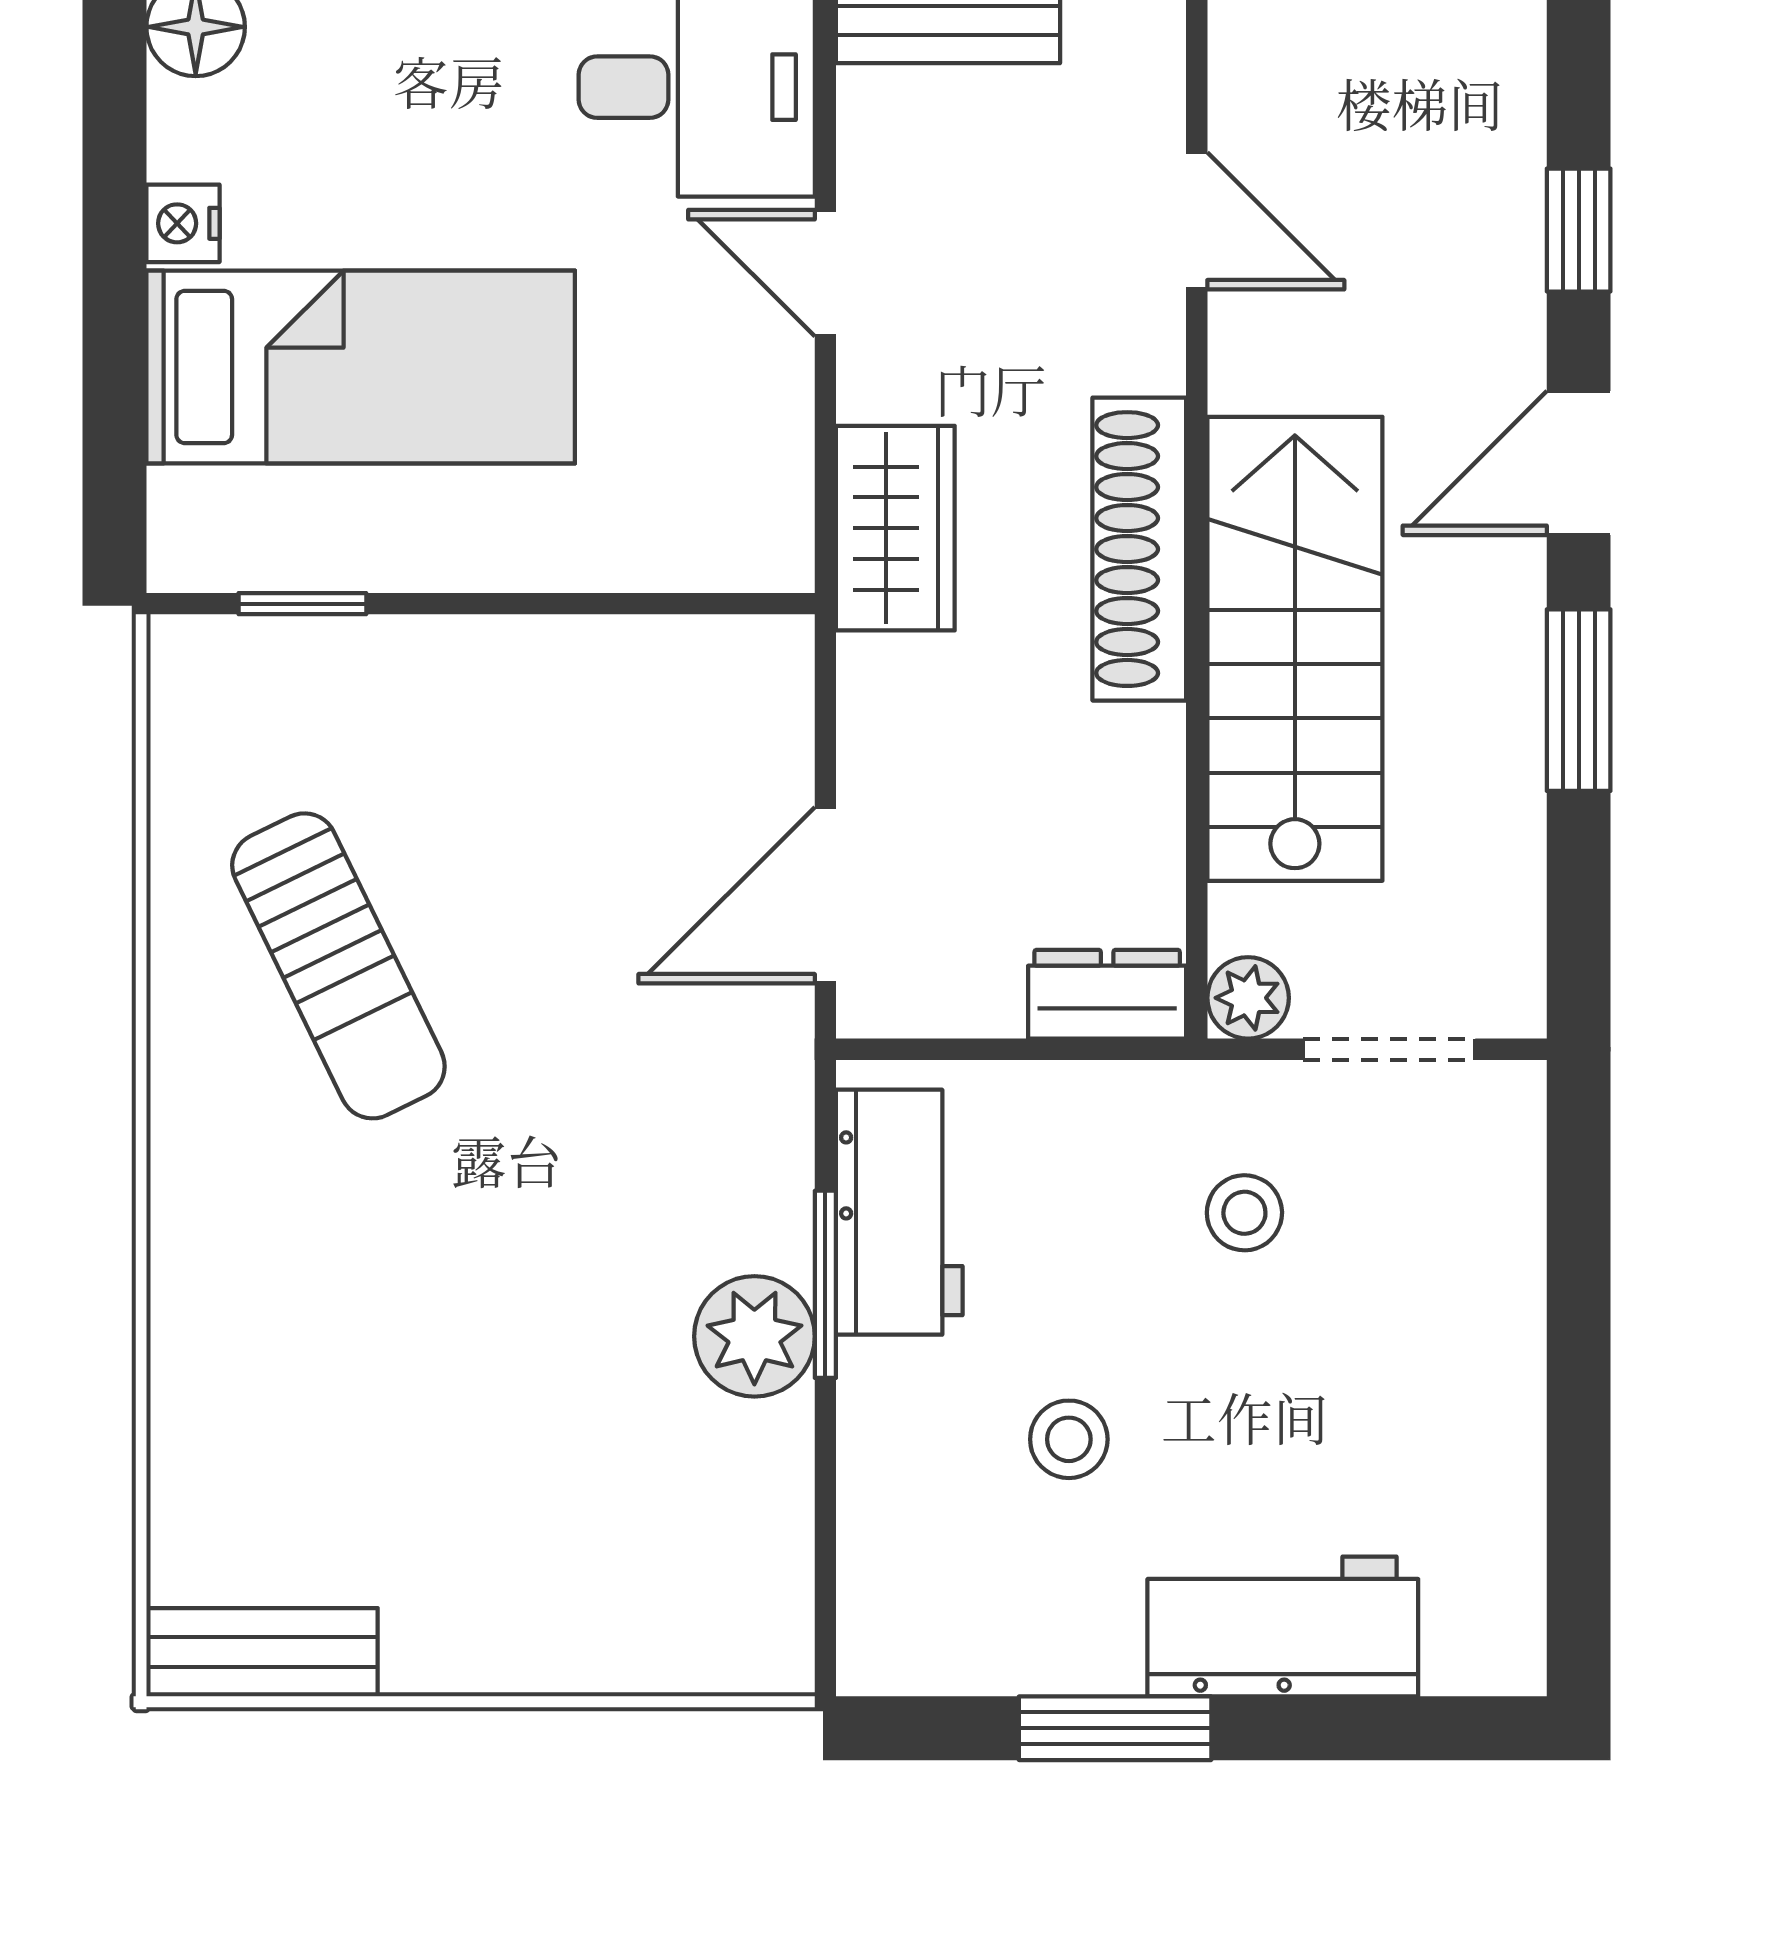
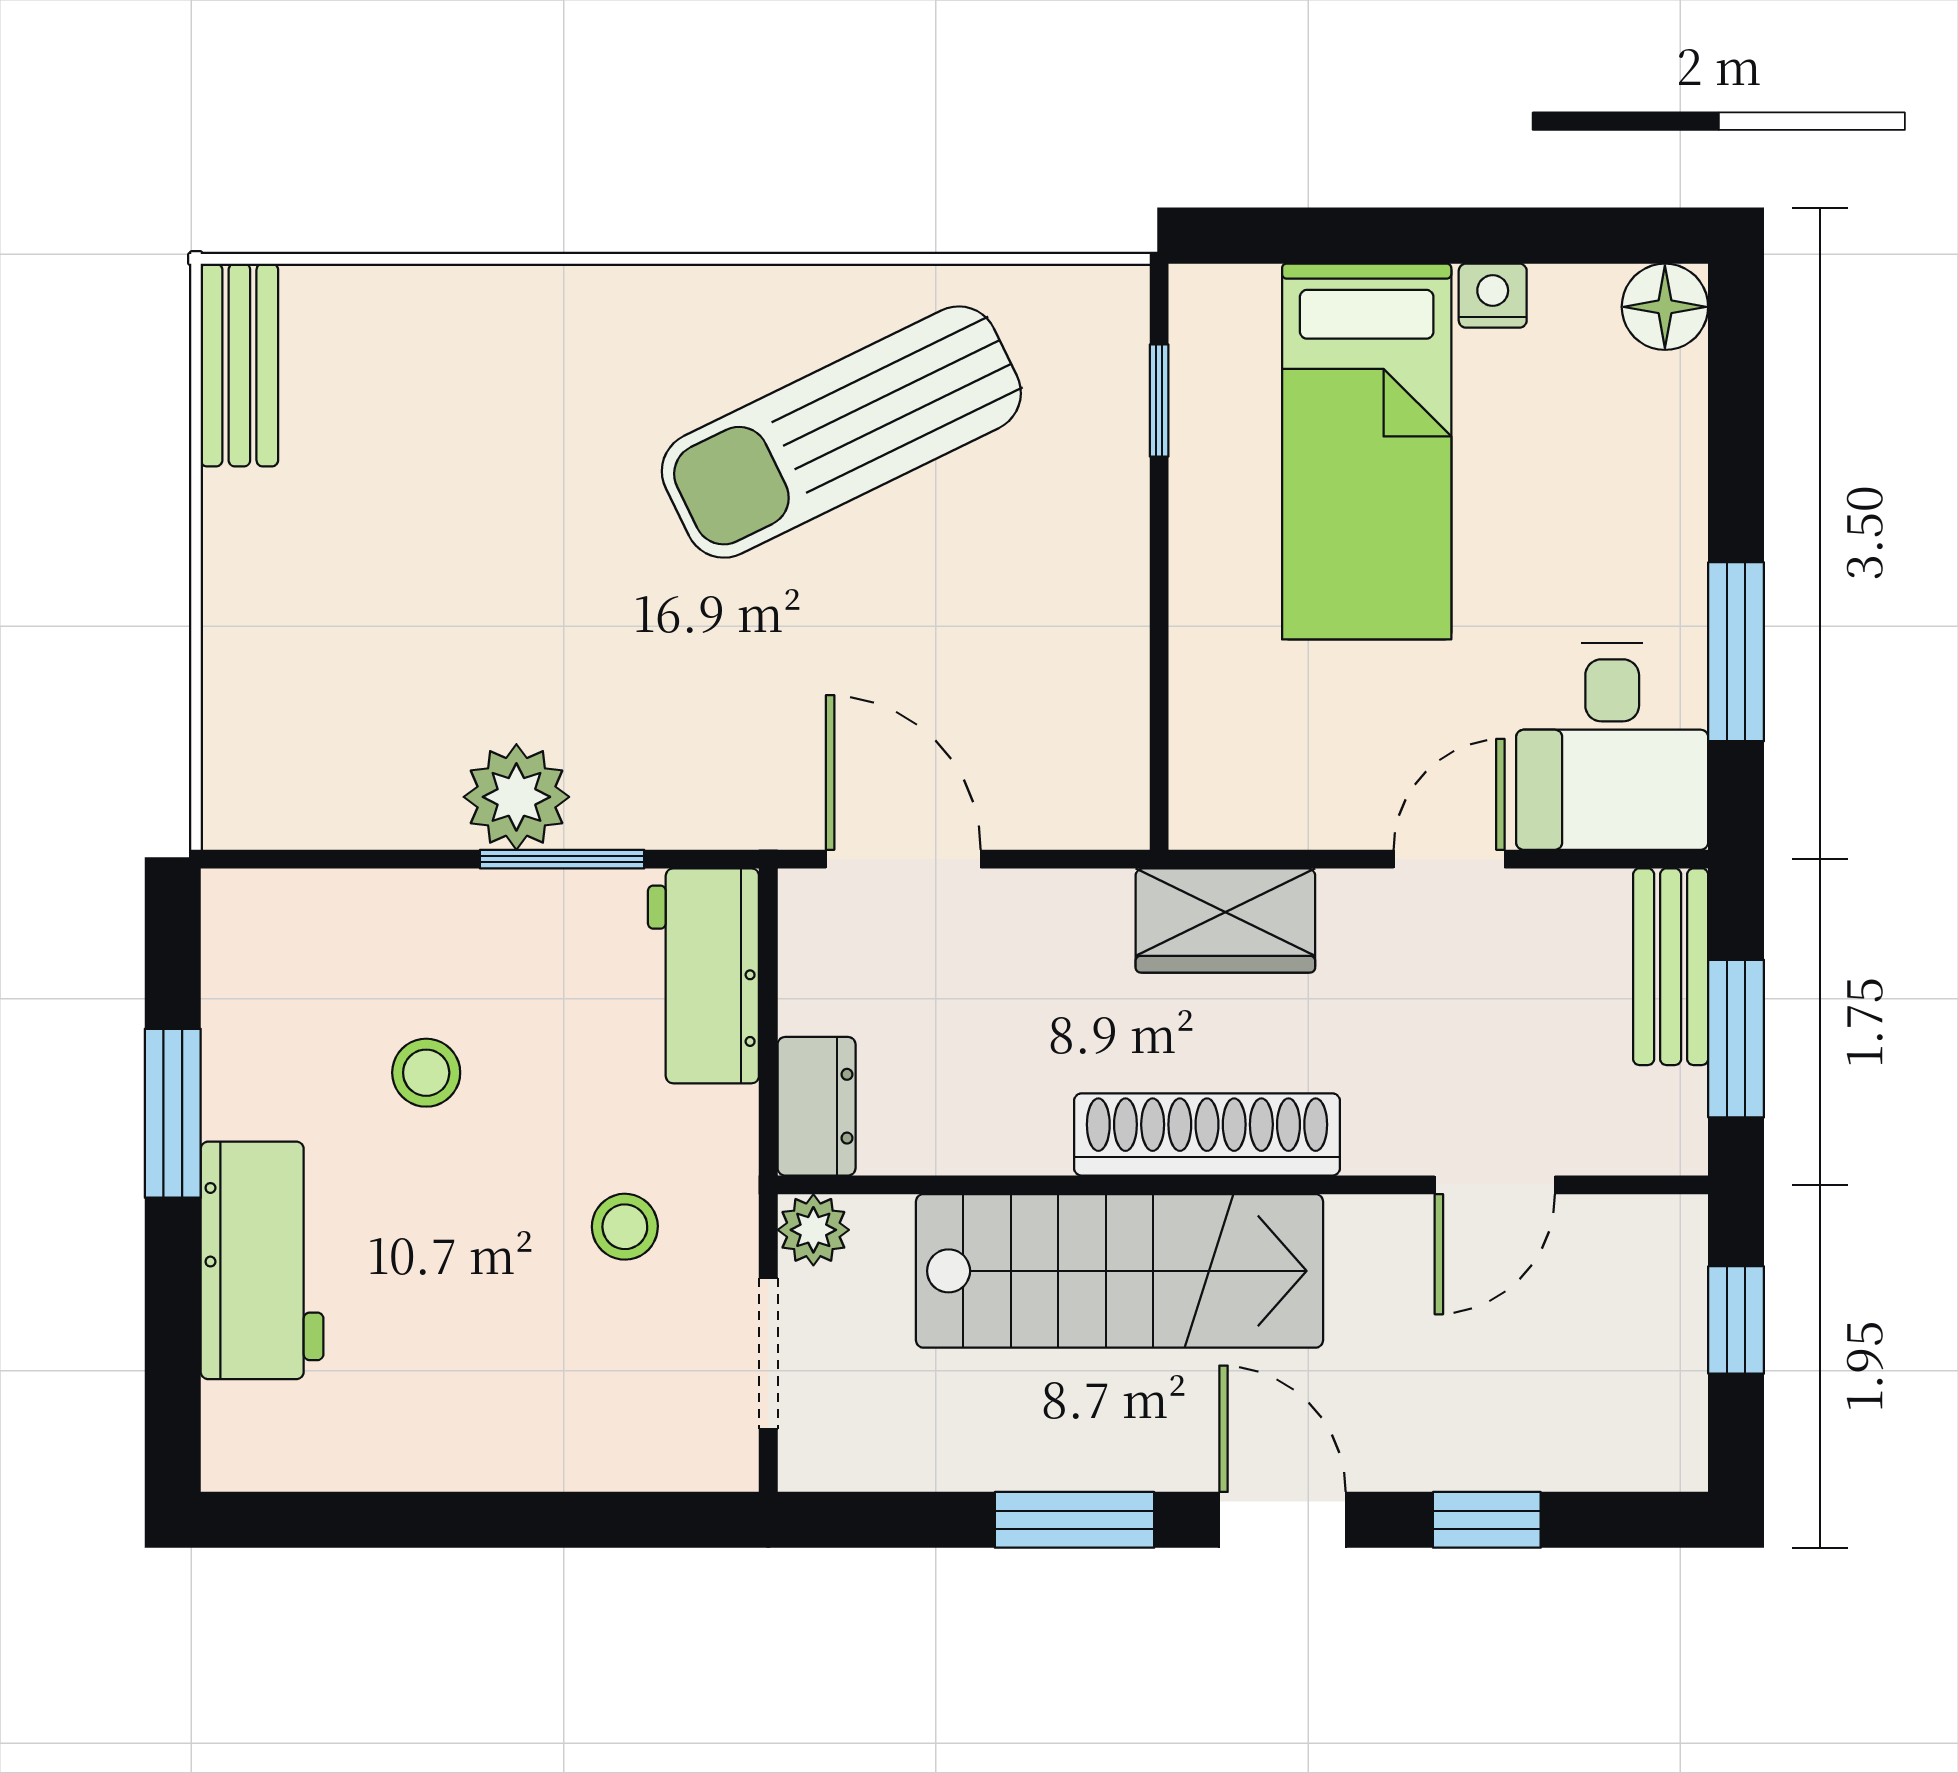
sun lounger: (338, 966) -> (841, 432), width x1.36, depth x1.34
workbench: (899, 1212) -> (703, 976), moved, turned 90

